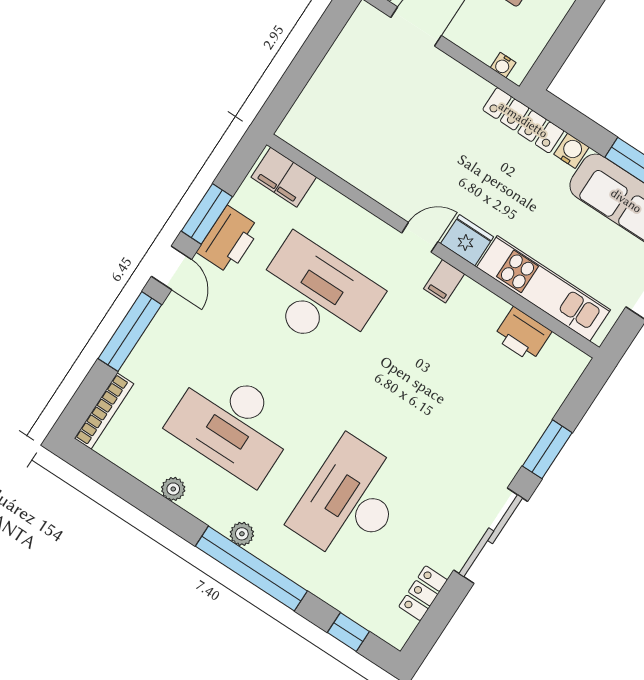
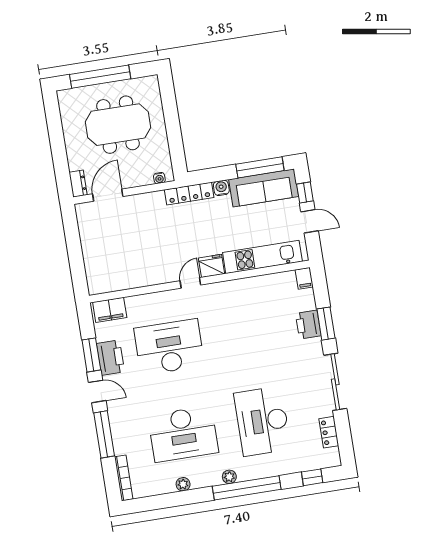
filing cabinet: (444, 281) -> (304, 278), moved
printer: (523, 334) -> (308, 325), moved, turned 90

